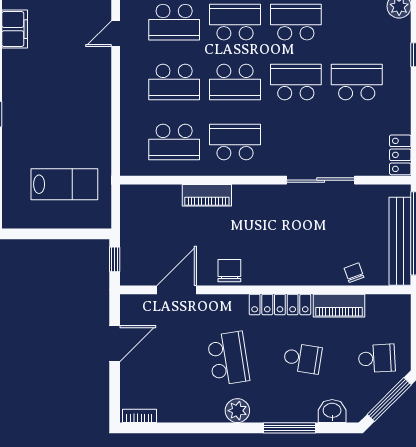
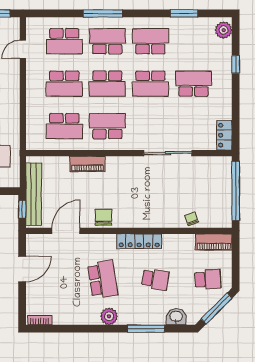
school desk: (296, 82) -> (150, 84), turned 180
bench: (400, 241) -> (34, 194), moved
piano: (339, 306) -> (214, 242), moved

